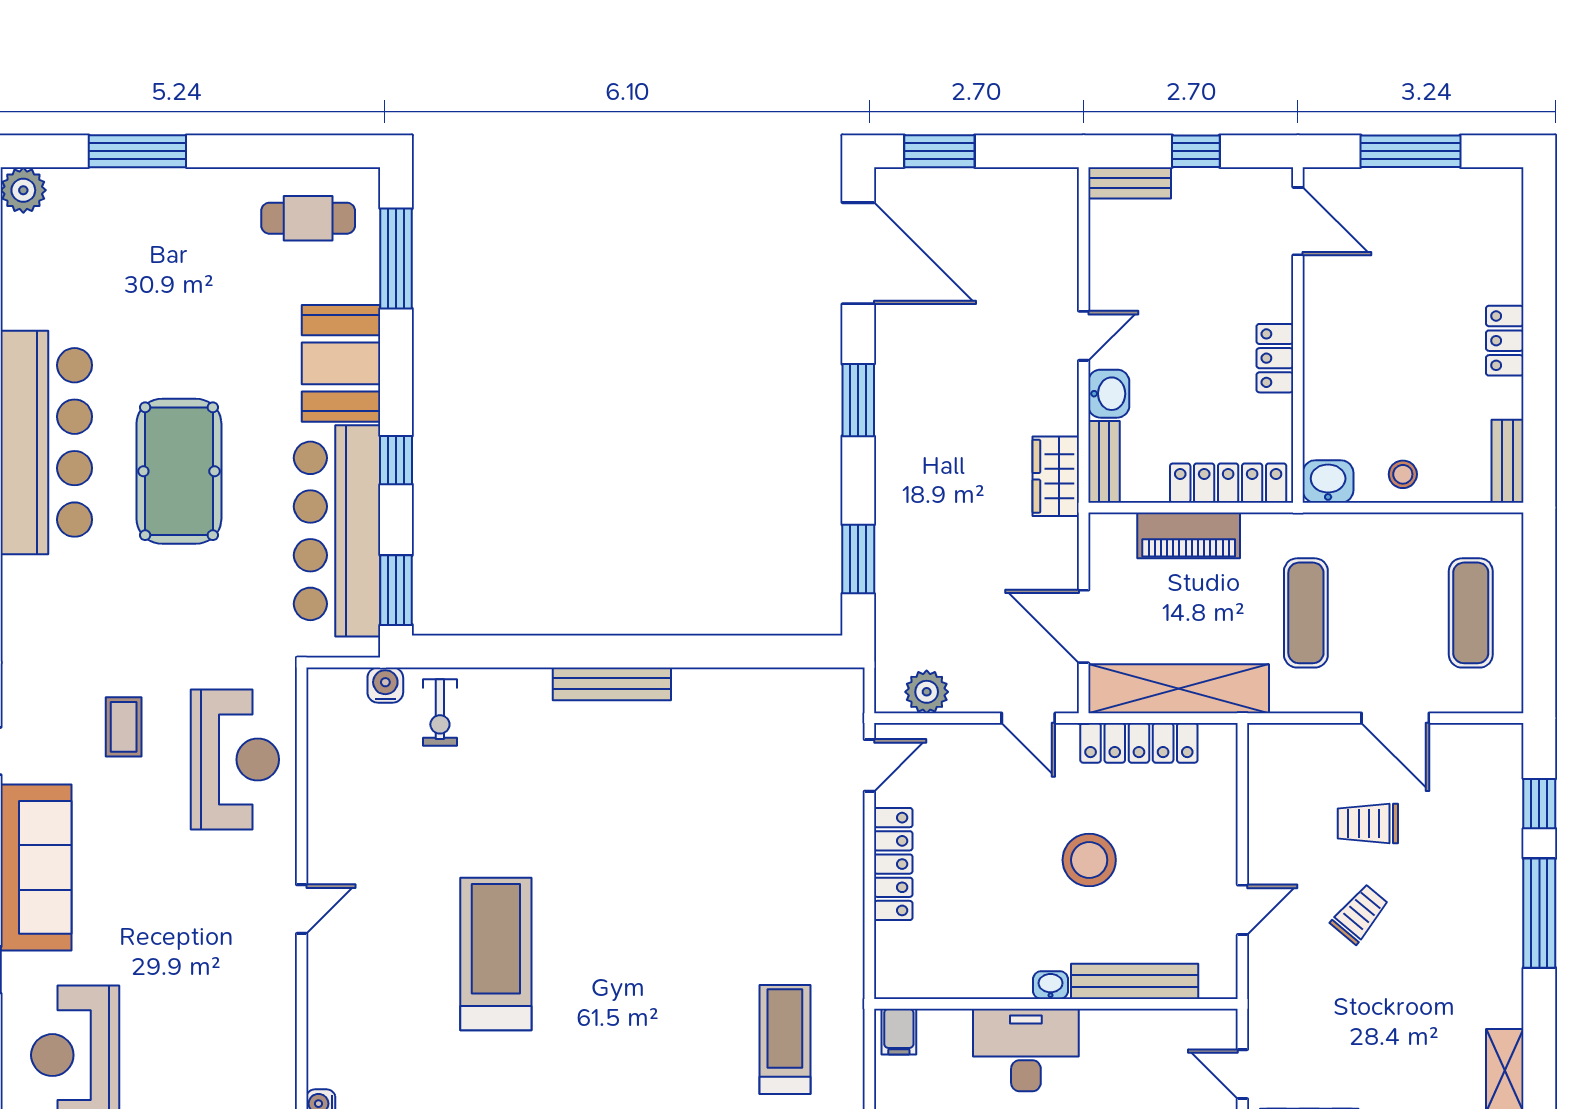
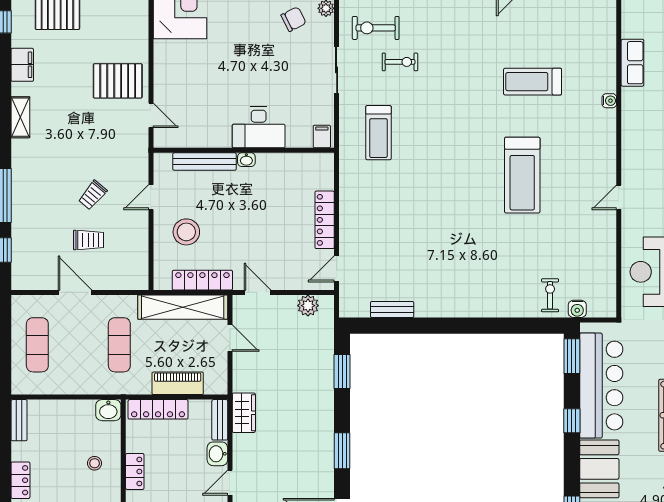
stool: (1403, 474) -> (95, 463), moved
door: (1084, 626) -> (230, 338), width x0.73
bench: (612, 684) -> (392, 310), moved, width x0.73
stool: (1089, 860) -> (186, 232), moved

